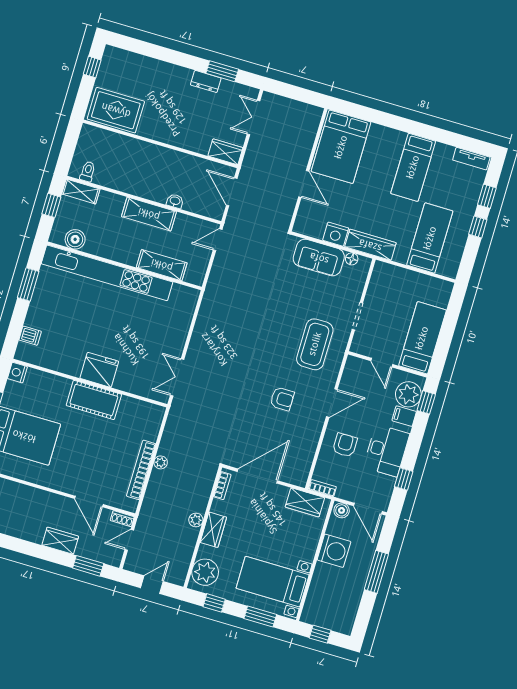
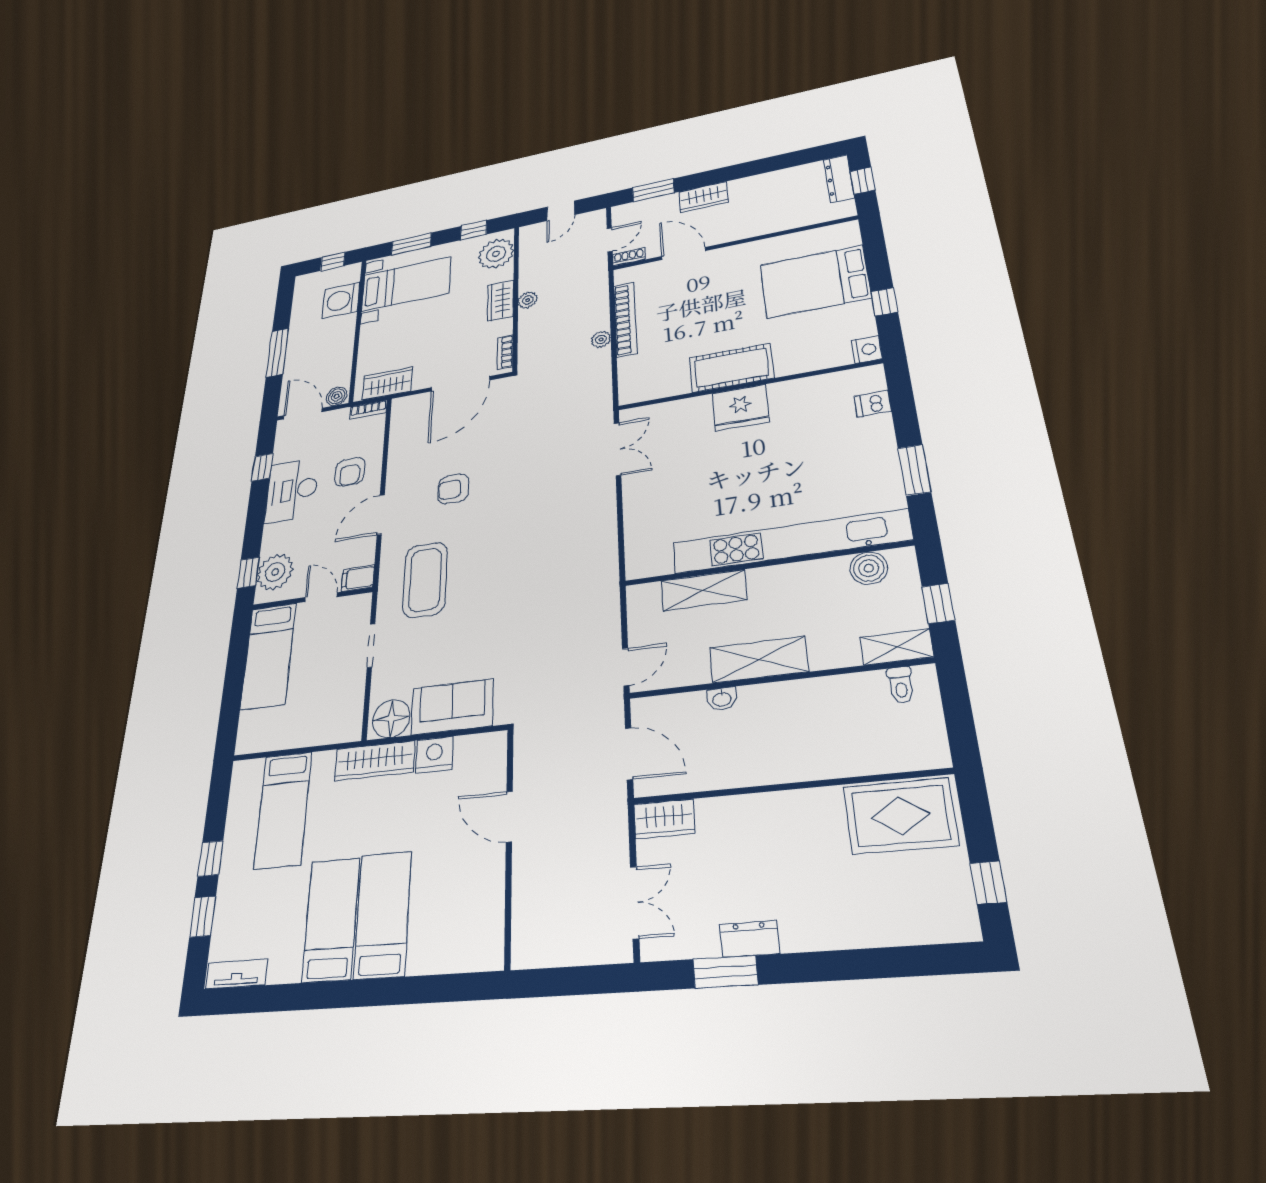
bed: (341, 147) -> (383, 914), moved, width x0.67
floor lamp: (352, 259) -> (391, 718), width x1.89, depth x1.89
filing cabinet: (404, 416) -> (358, 578), moved, turned 180
washing machine: (334, 551) -> (341, 300), moved

